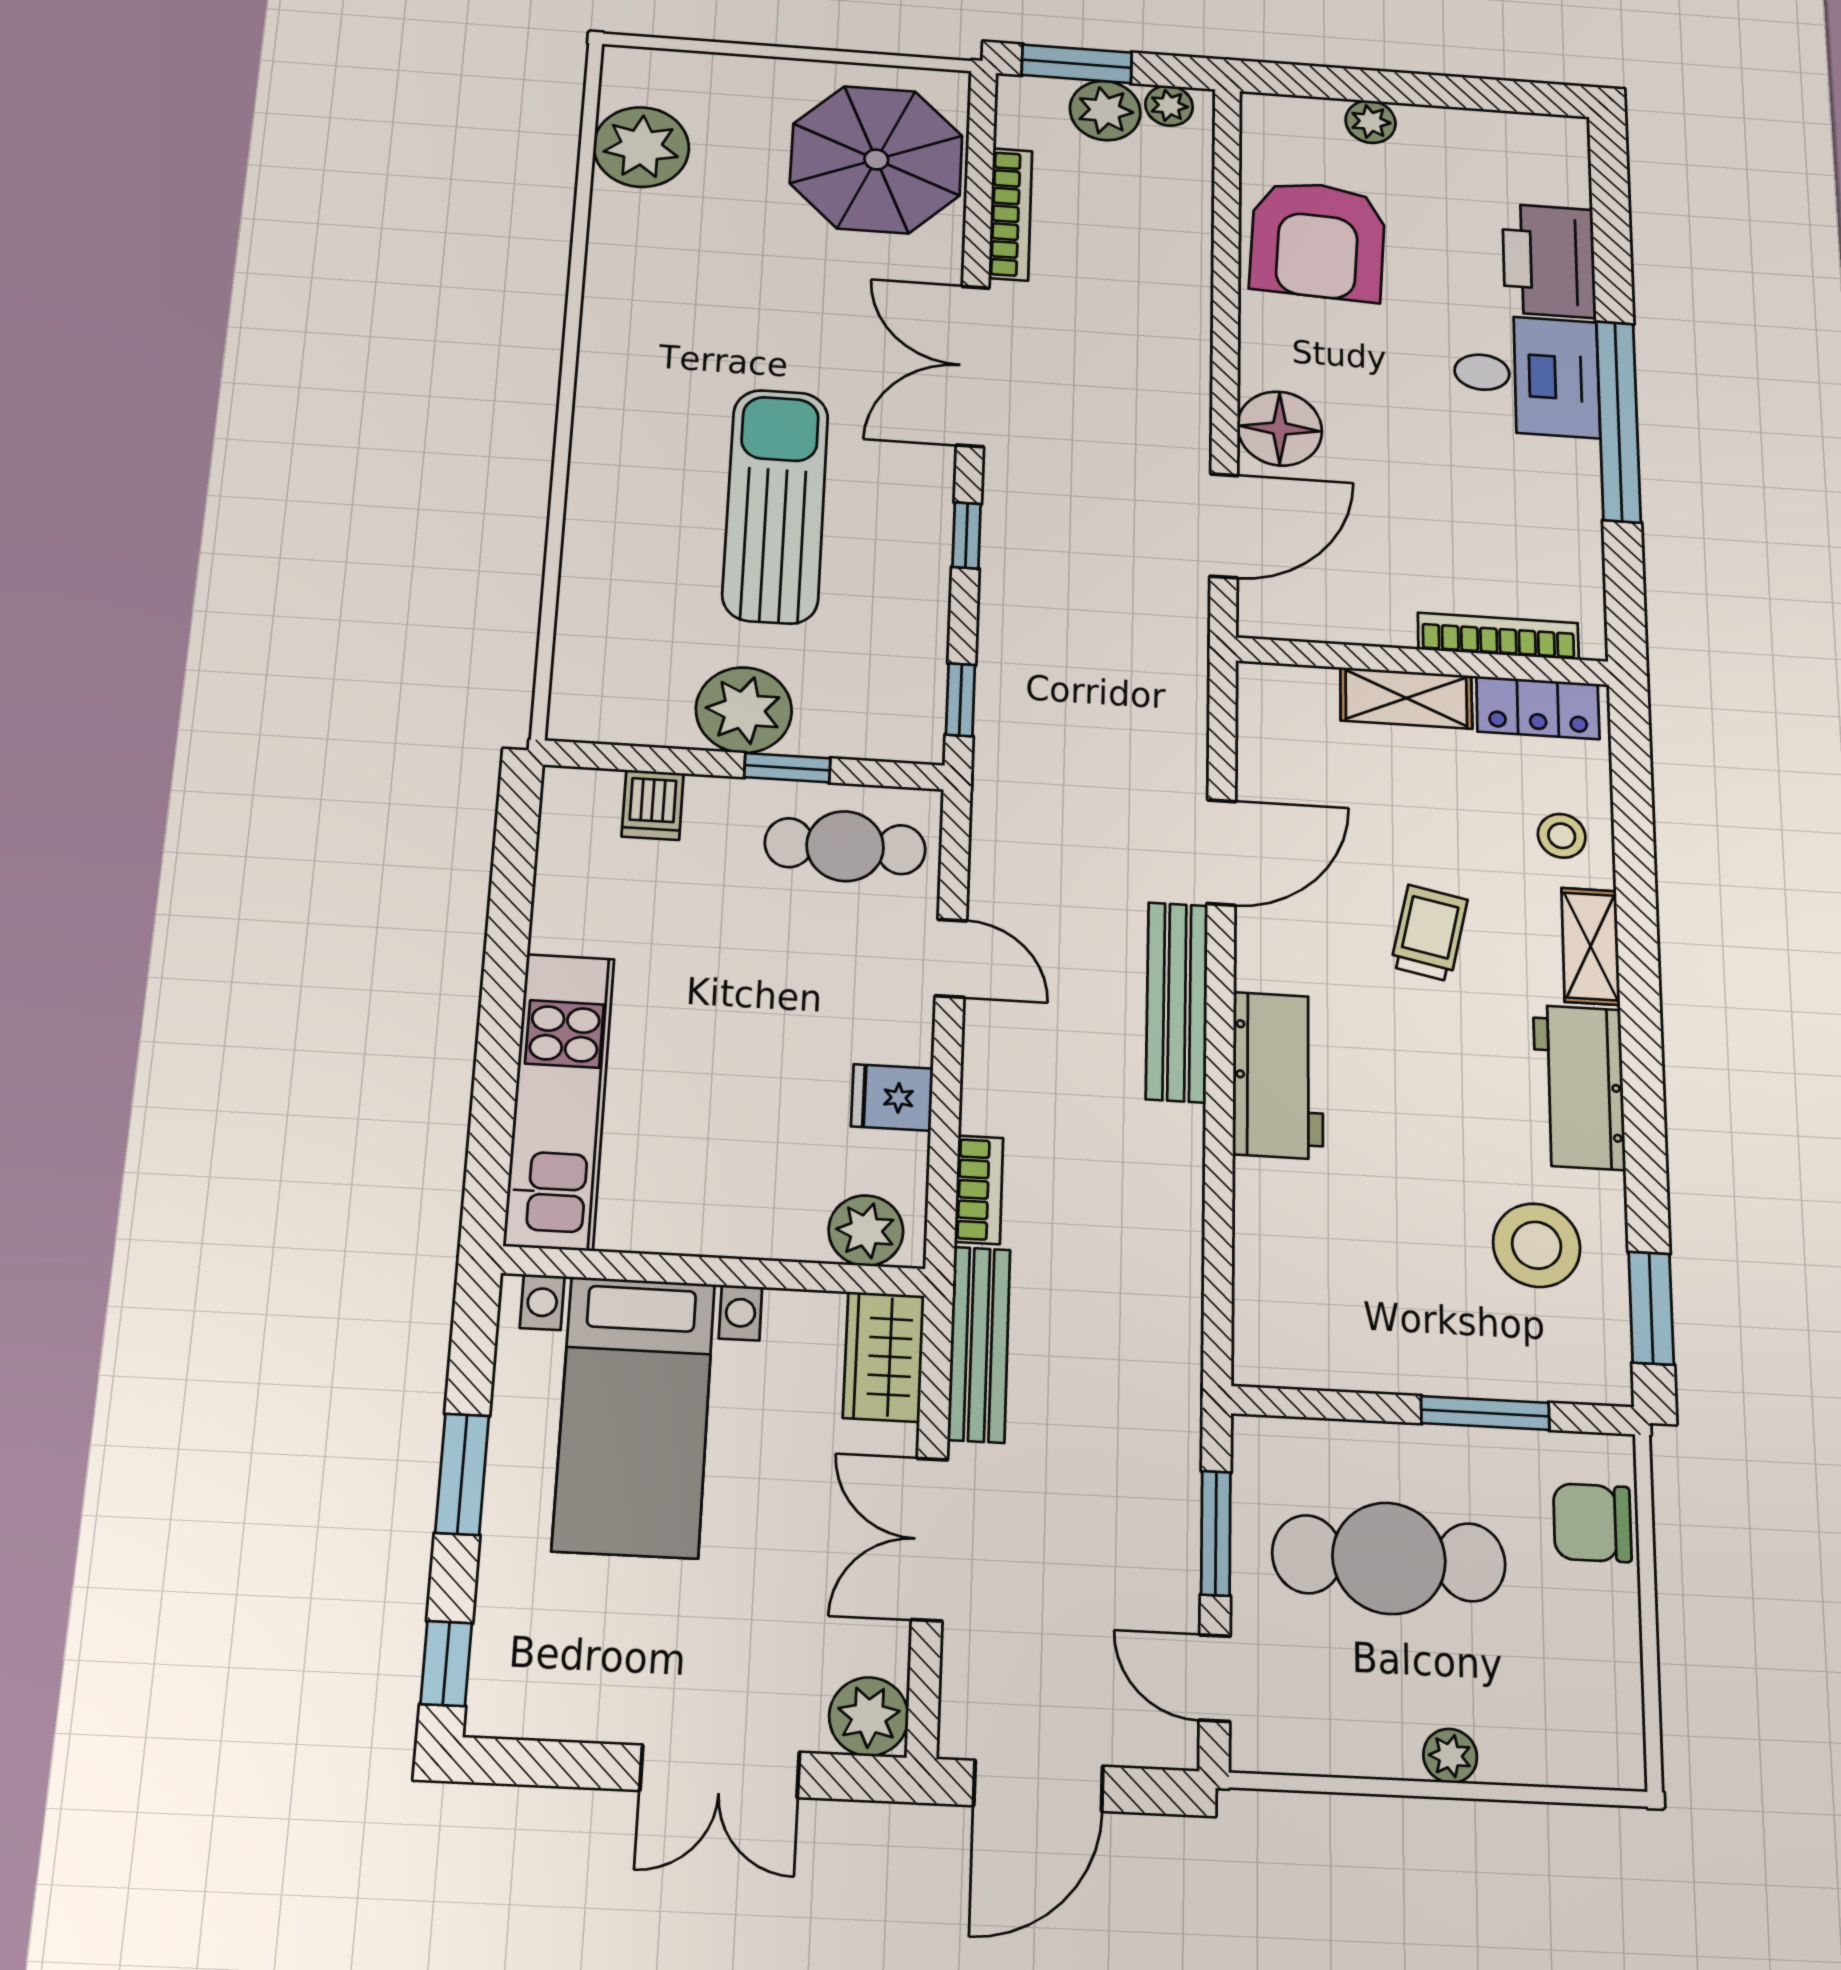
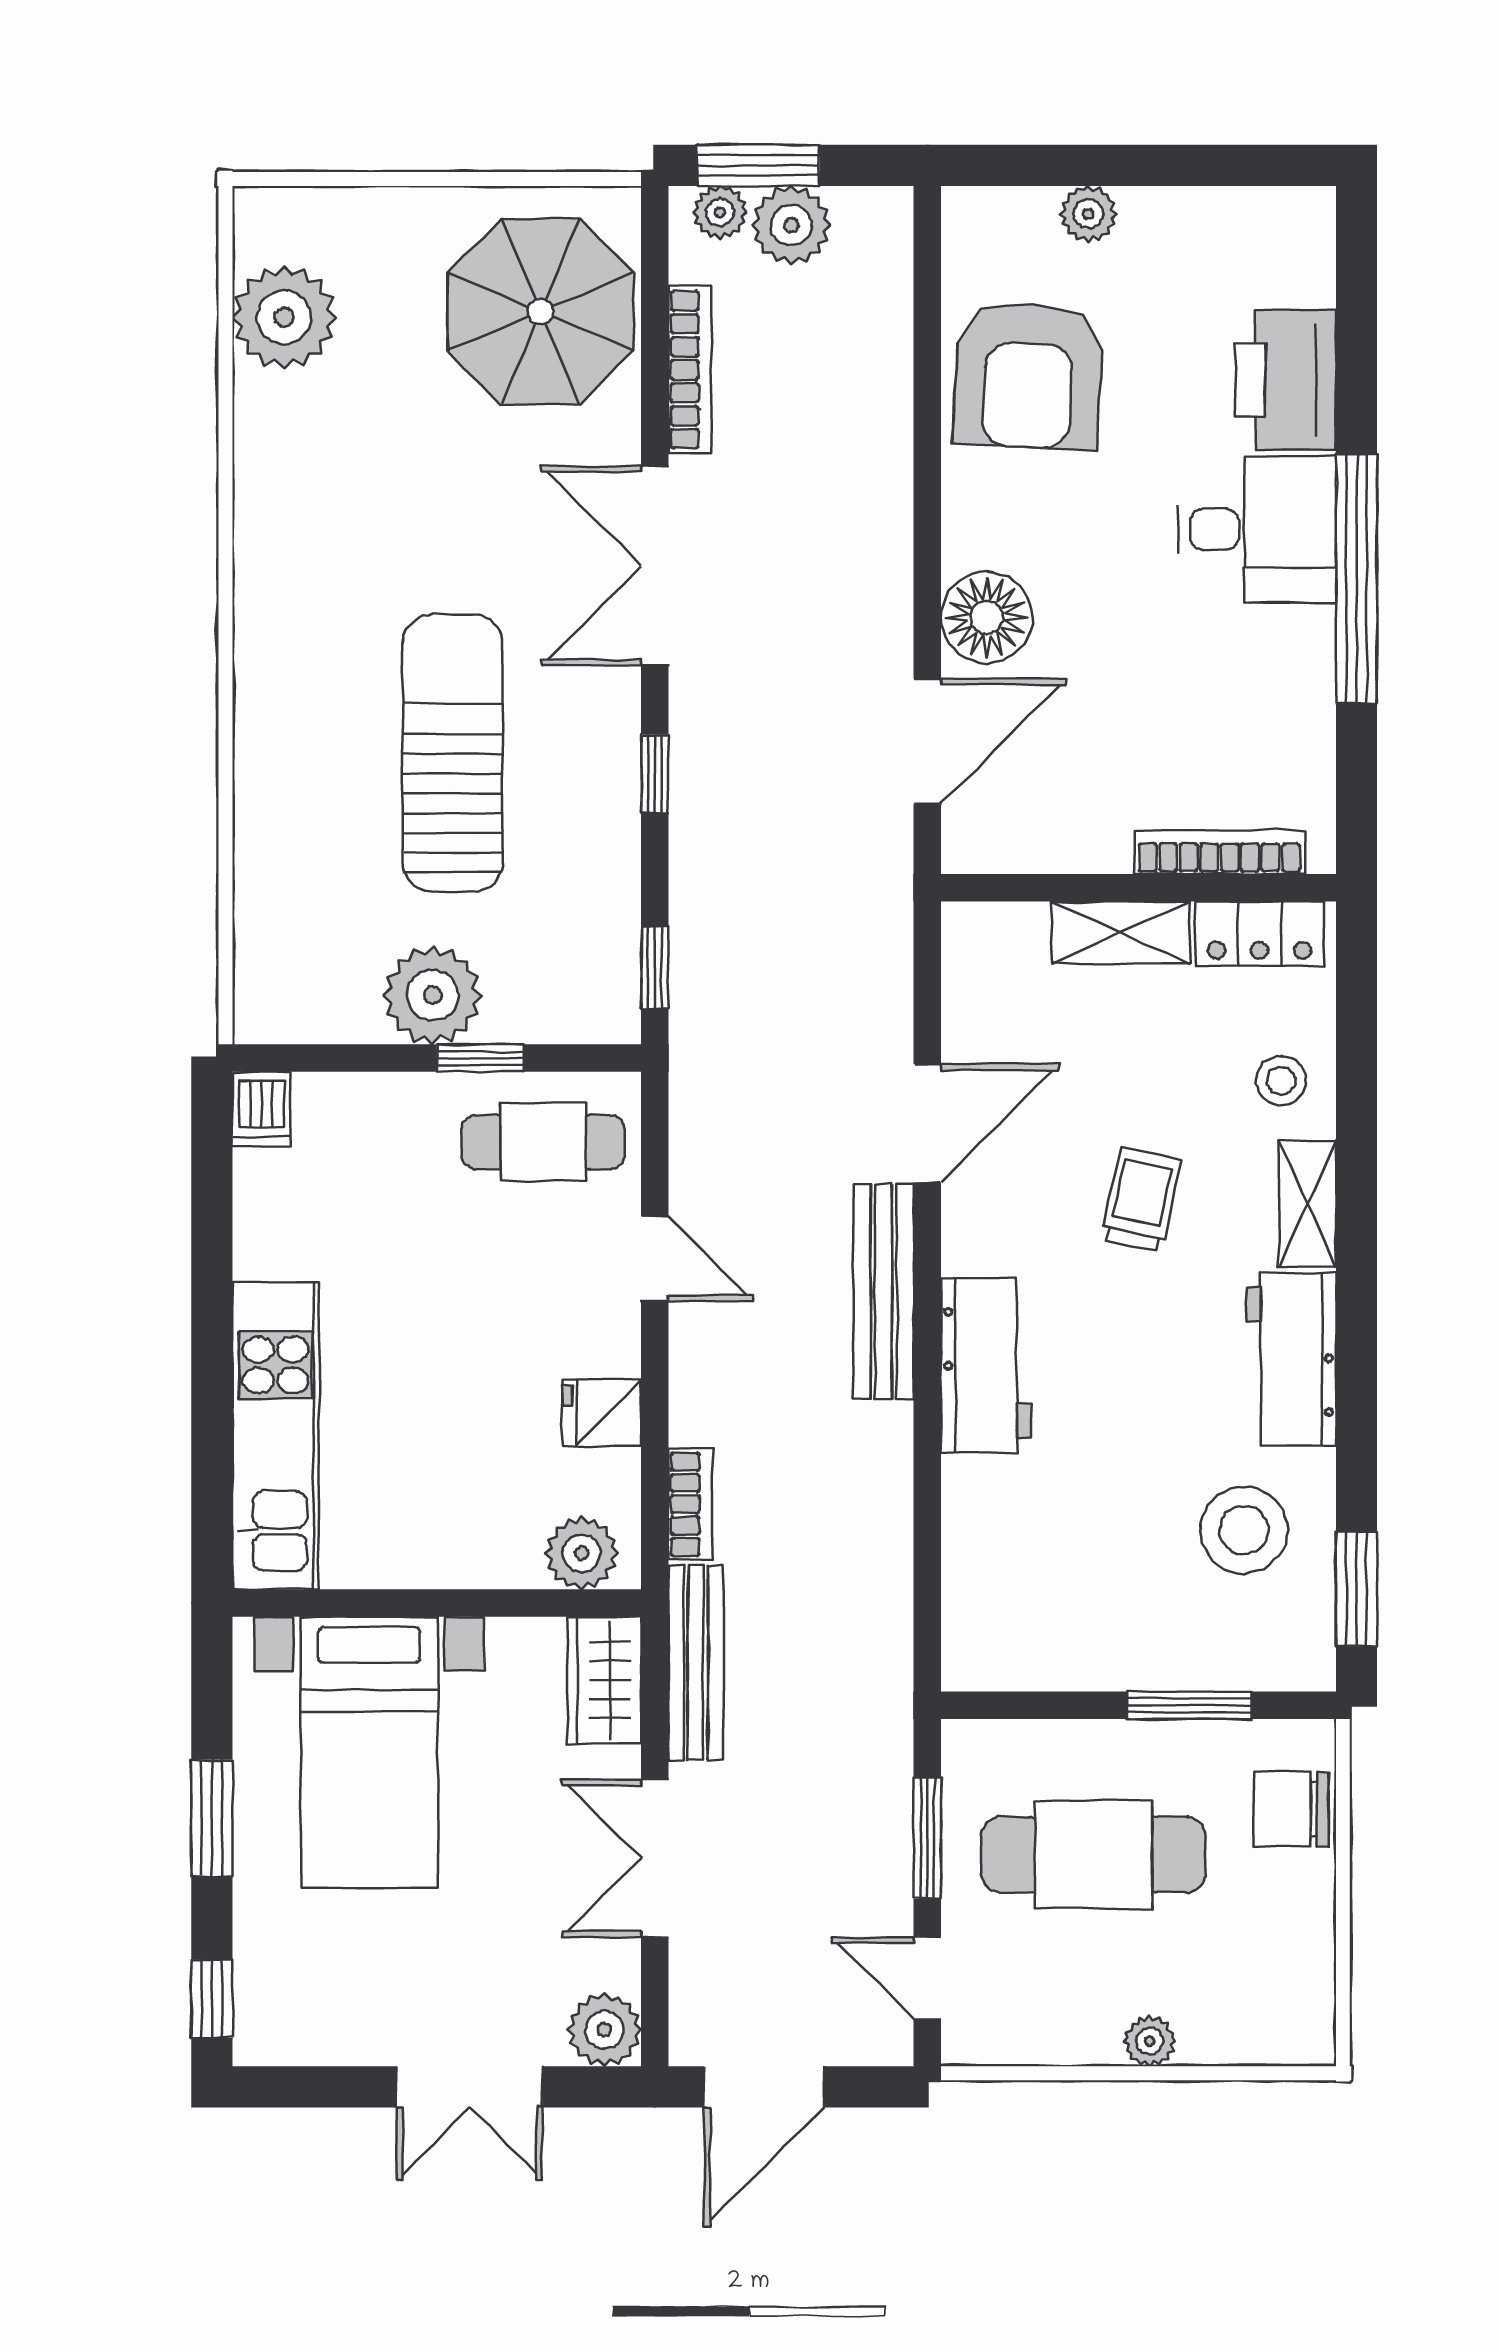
plant: (1169, 106) -> (720, 212), moved
dishwasher: (653, 805) -> (261, 1109), moved

